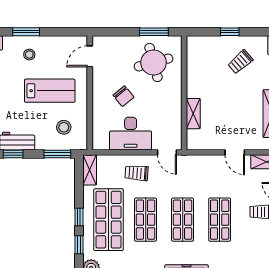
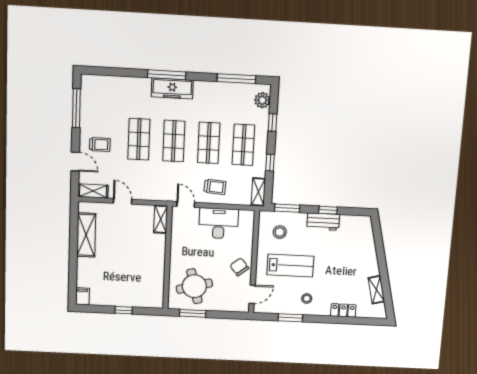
window: (26, 32) -> (290, 318), moved
trolley: (240, 62) -> (115, 283), removed
lab bench: (50, 91) -> (290, 266), turned 180
chair: (123, 96) -> (239, 267), moved
shelving: (193, 114) -> (161, 219), moved
window: (79, 217) -> (270, 163), moved
shop shelf: (108, 220) -> (243, 145), width x0.70, depth x0.74

